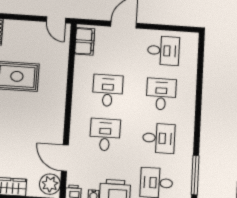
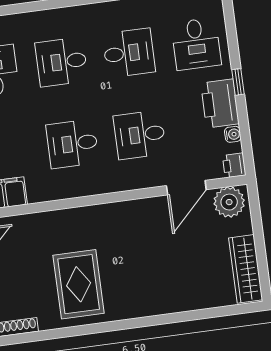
desk: (159, 138) -> (129, 53), turned 90

